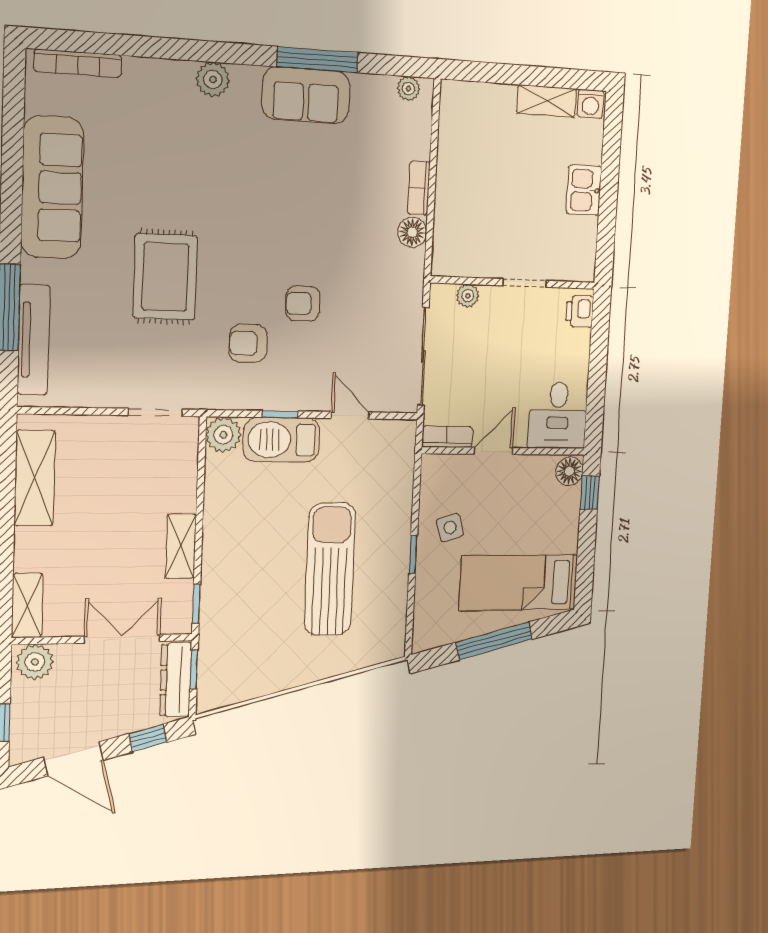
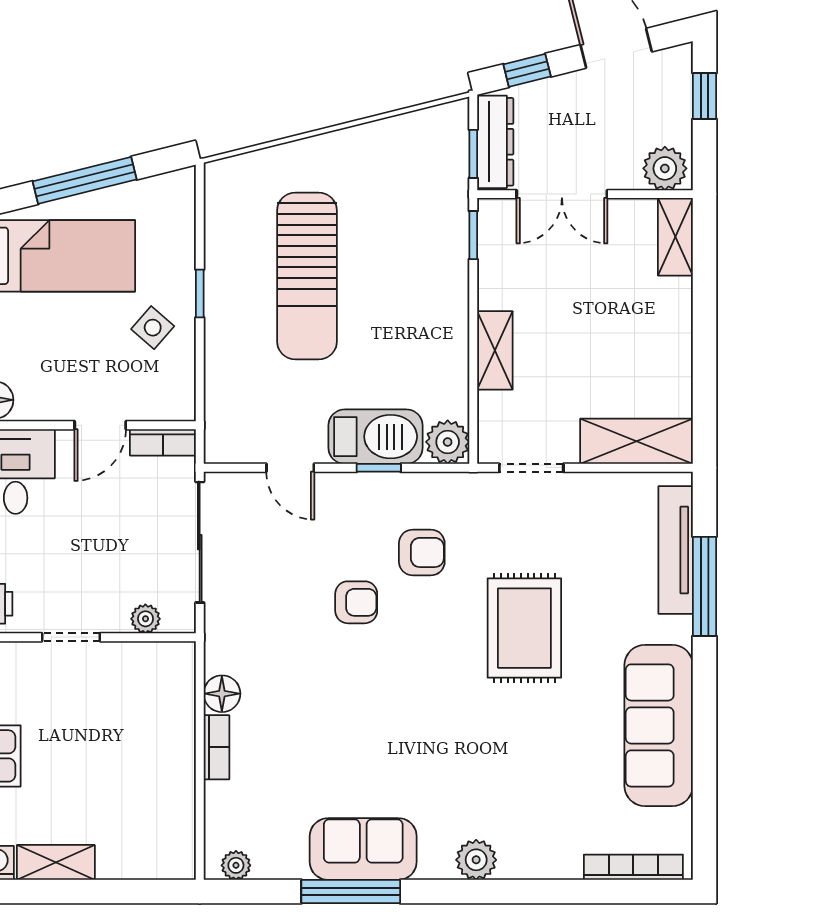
shelving: (35, 478) -> (637, 441), moved, turned 90
side table: (450, 528) -> (153, 328), turned -33
shelving: (181, 546) -> (495, 350), moved

